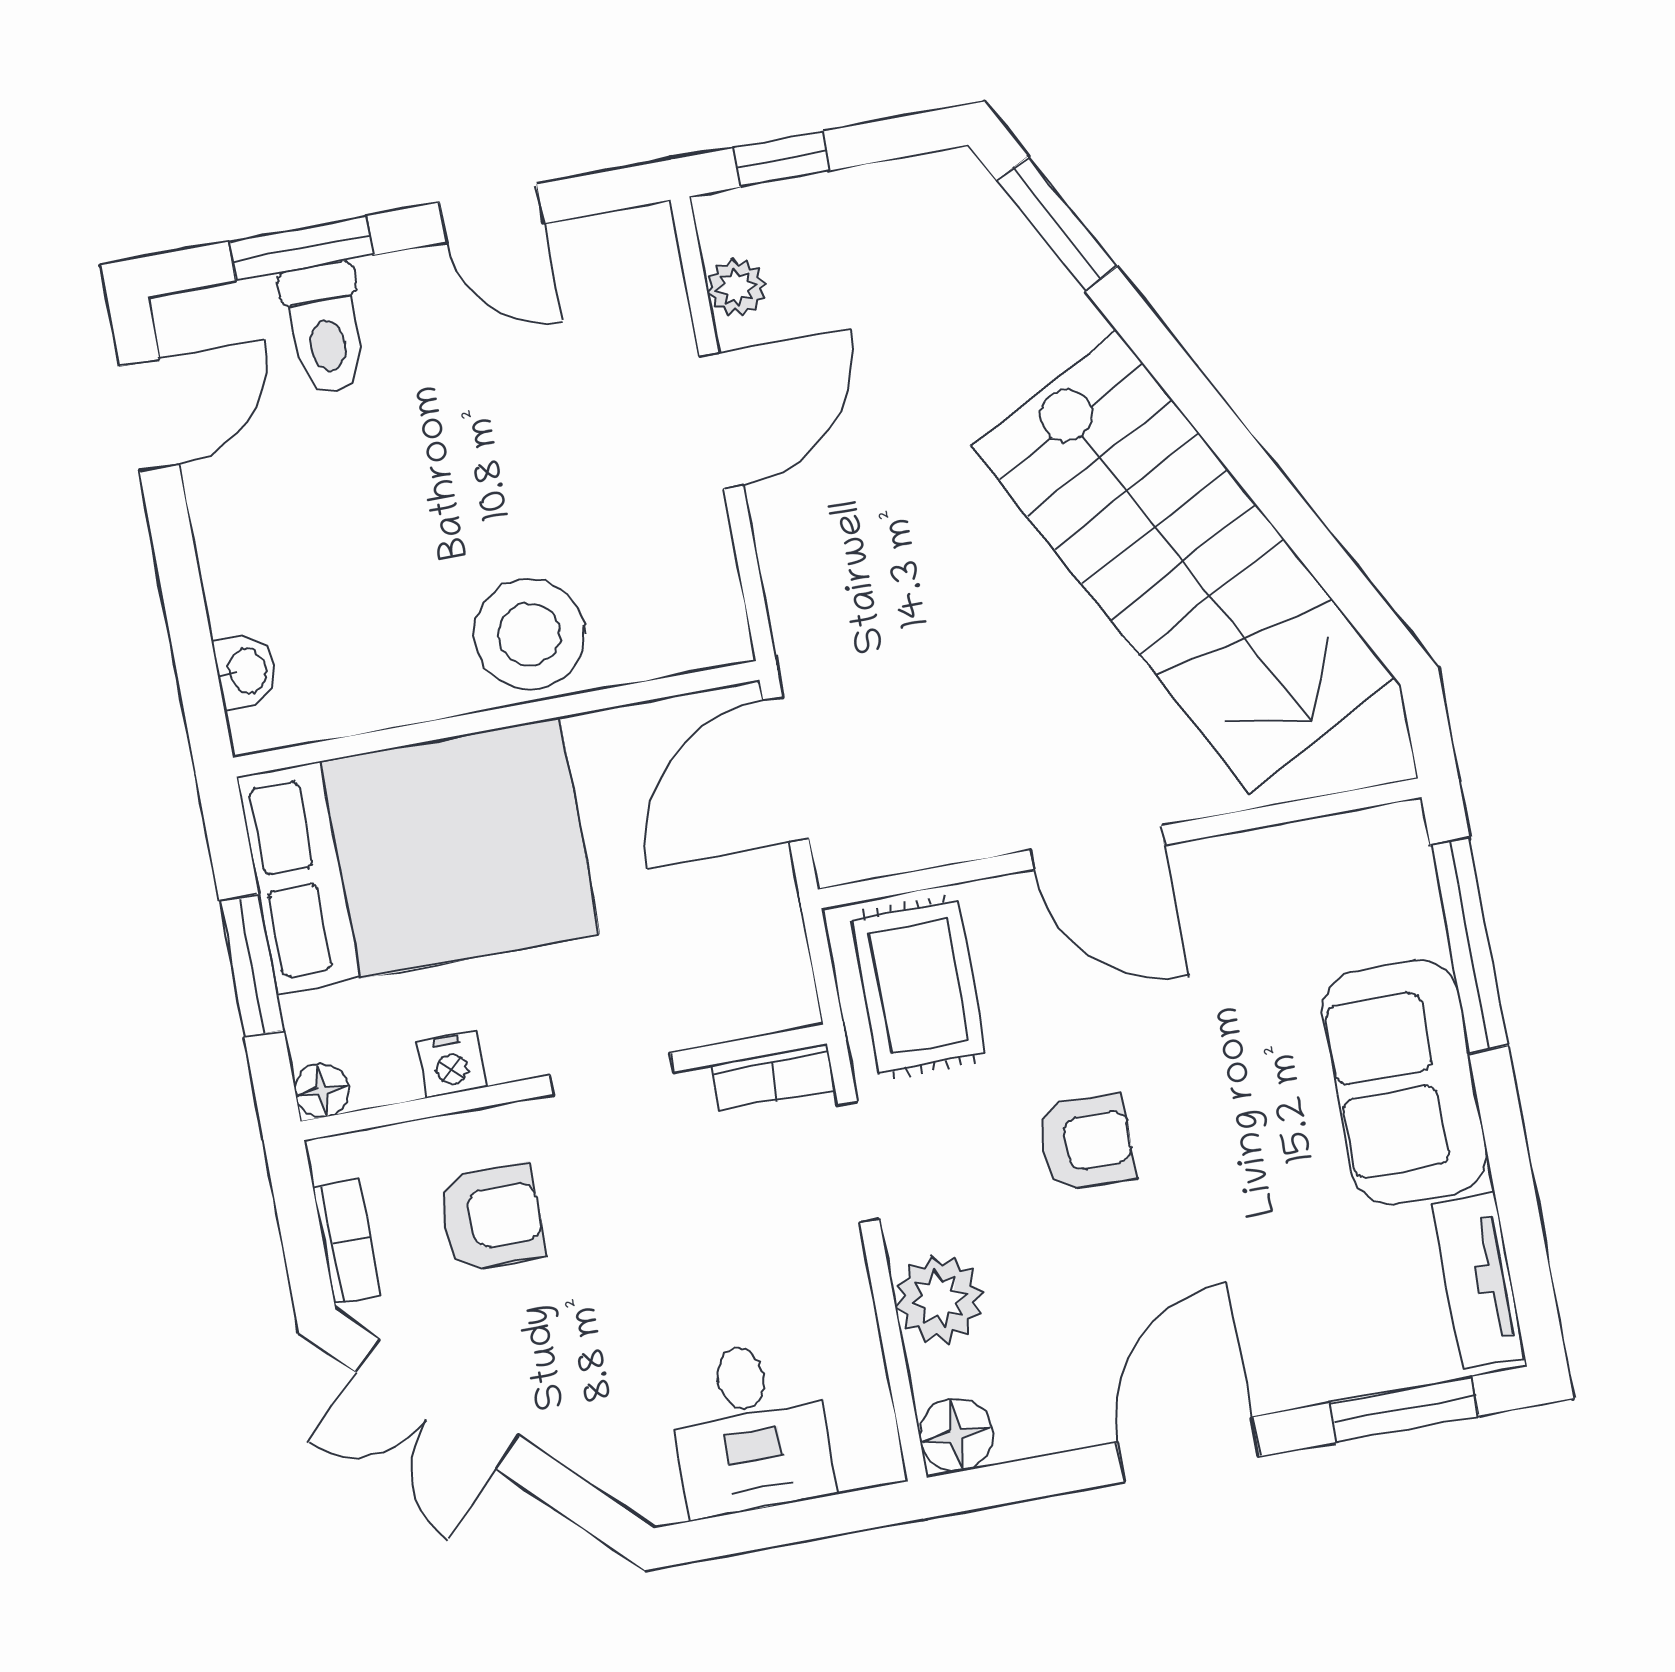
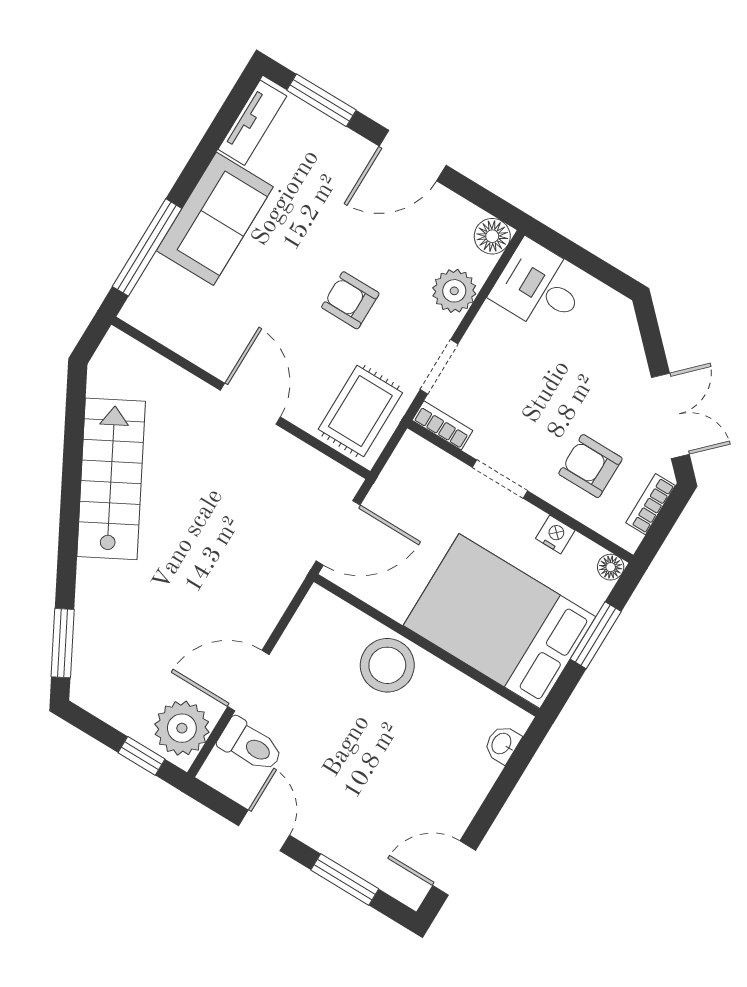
plant: (737, 288) -> (182, 728), width x1.88, depth x1.88
toilet: (325, 328) -> (250, 745), moved, turned 90
stairs: (1183, 561) -> (111, 479), width x0.73, depth x0.66
desk: (750, 1428) -> (539, 287), moved, turned -90

